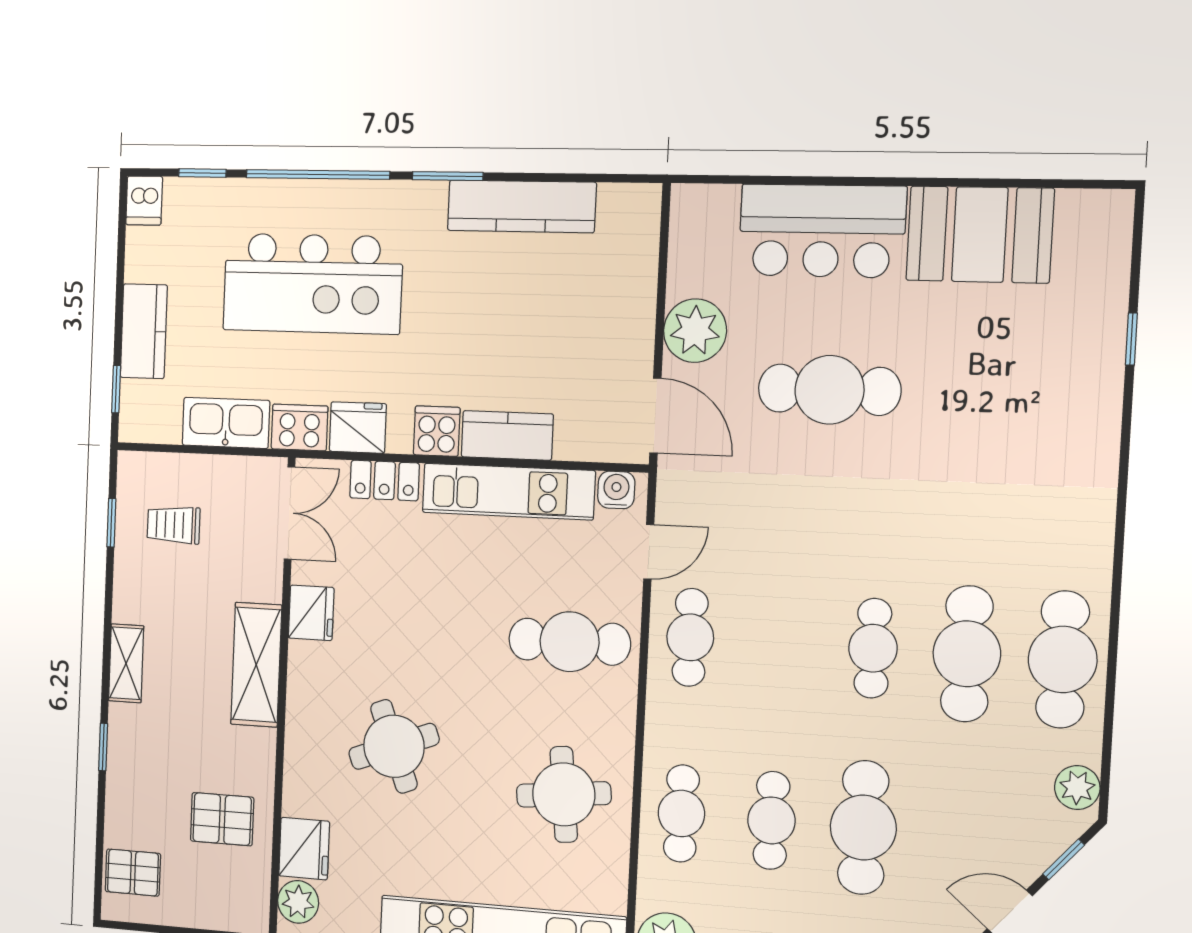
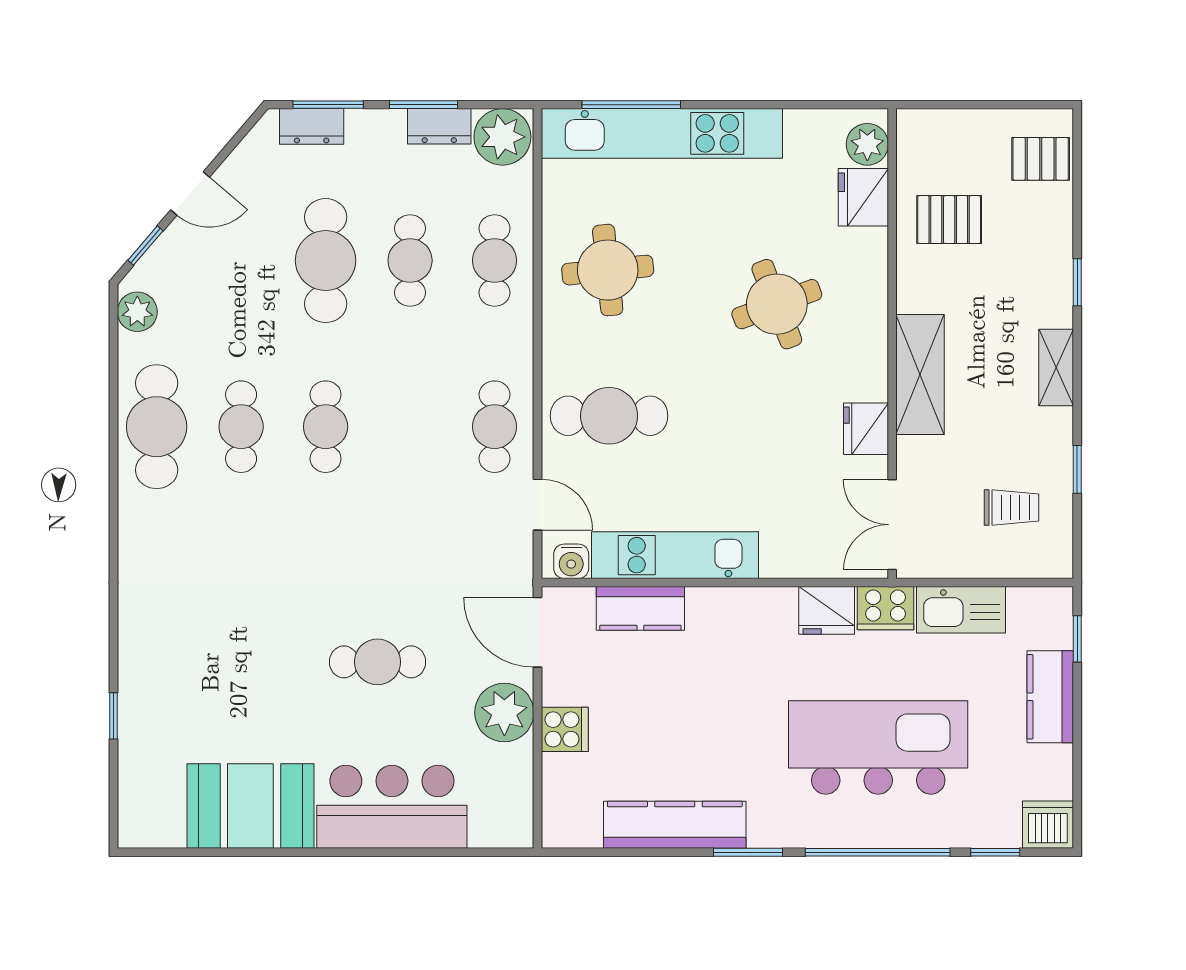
dishwasher: (144, 201) -> (1048, 825), width x1.38
cafe table: (829, 390) -> (377, 662), width x0.73, depth x0.74
cooker: (437, 431) -> (565, 729), moved, turned -90
kitchen counter: (507, 435) -> (640, 608), moved
locker: (384, 480) -> (798, 560), removed
window: (111, 523) -> (1077, 469), moved
door: (649, 552) -> (538, 505), swing flipped
cafe table: (967, 654) -> (241, 427), width x0.73, depth x0.74

